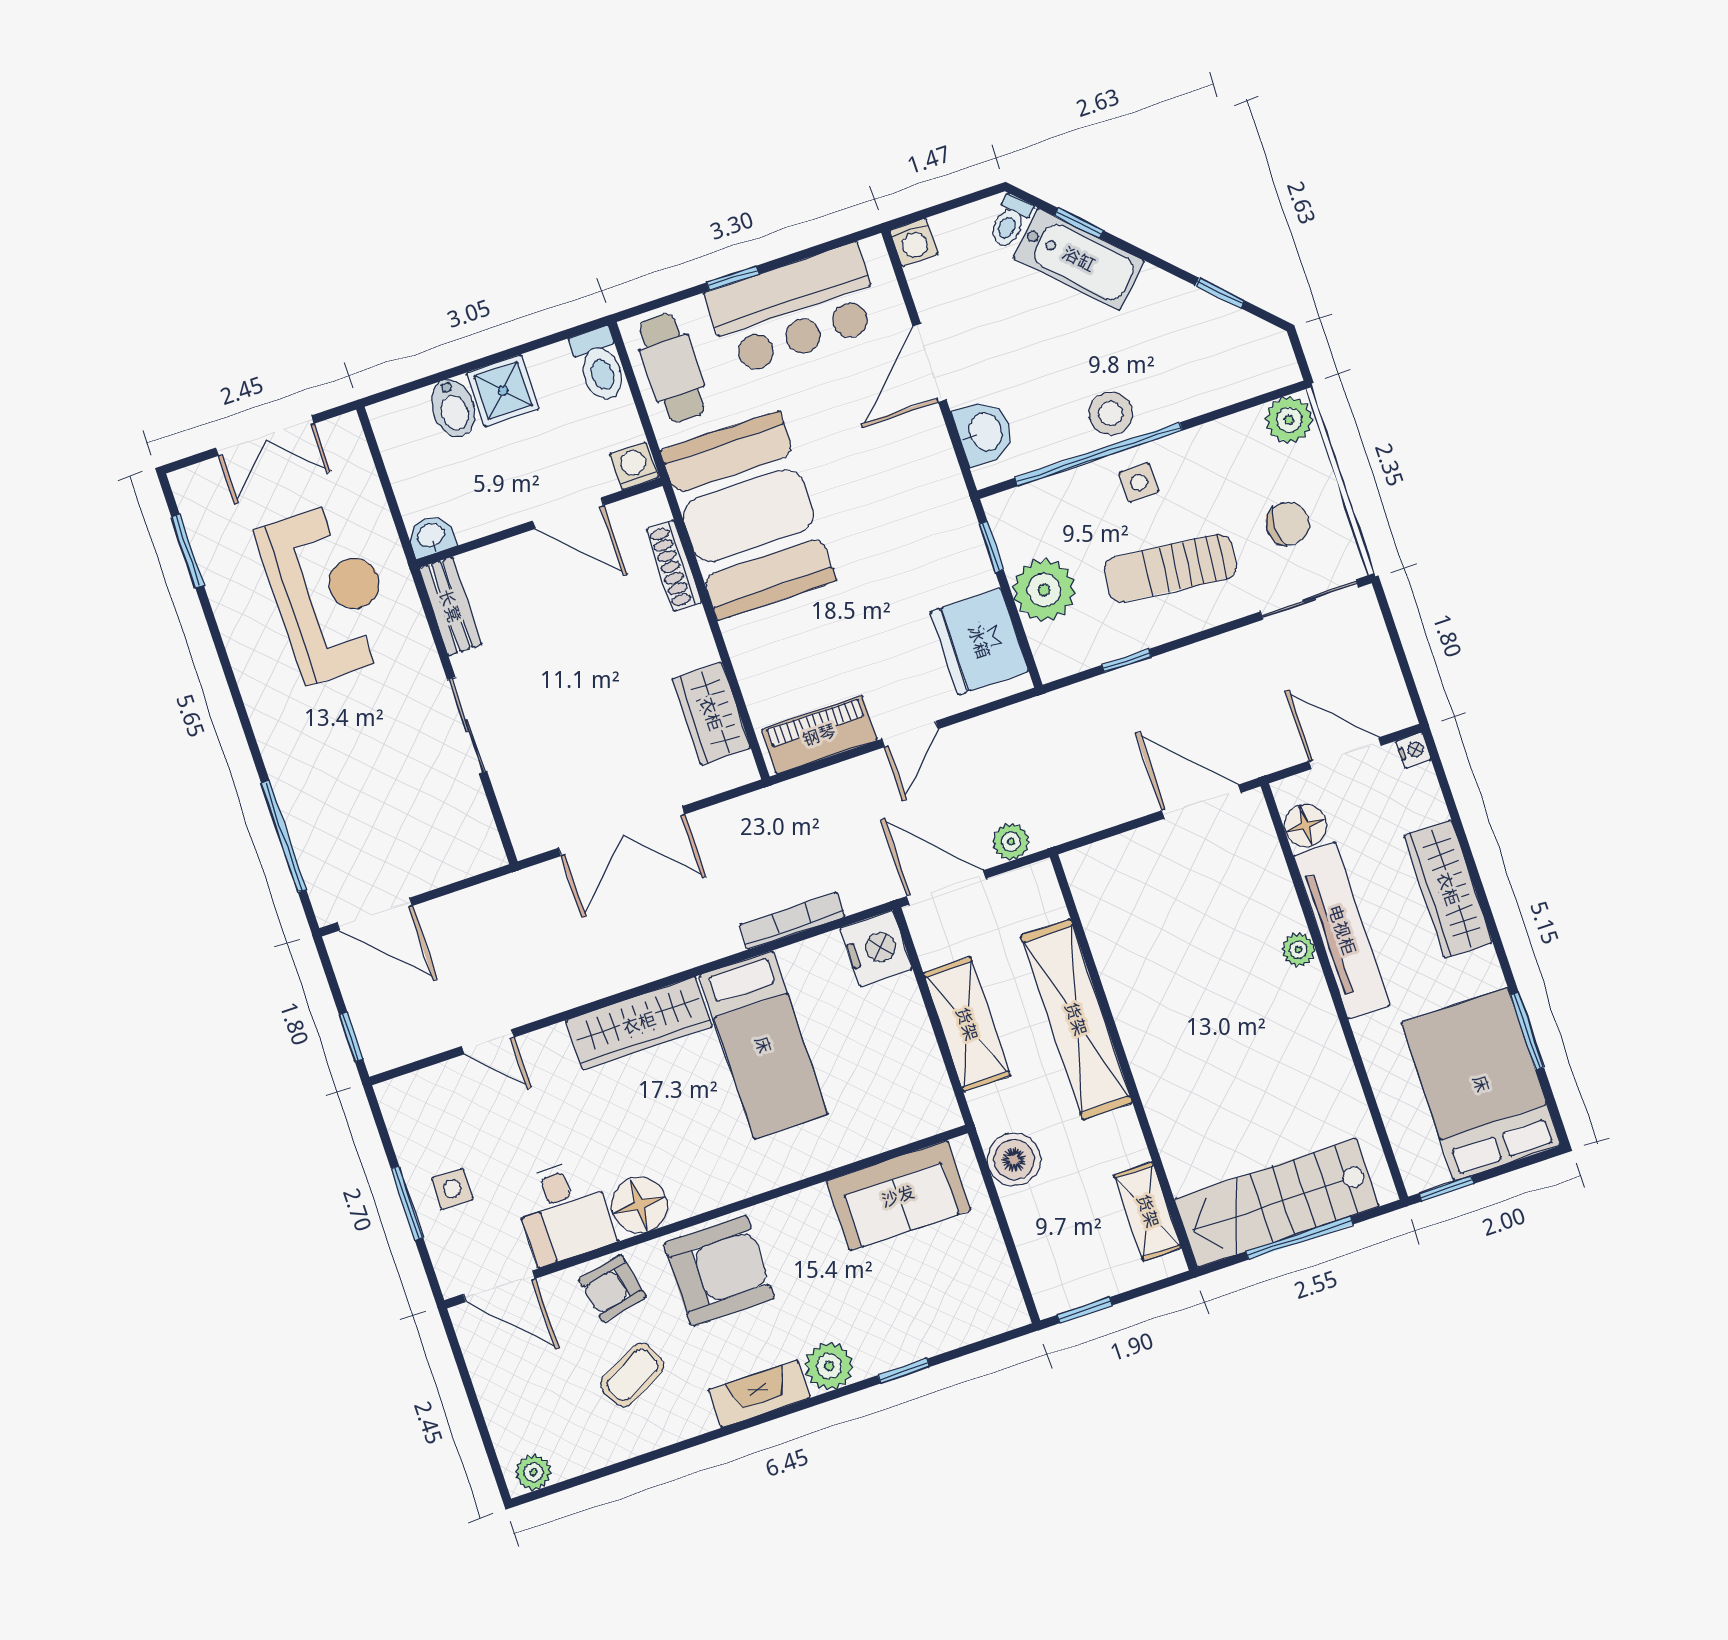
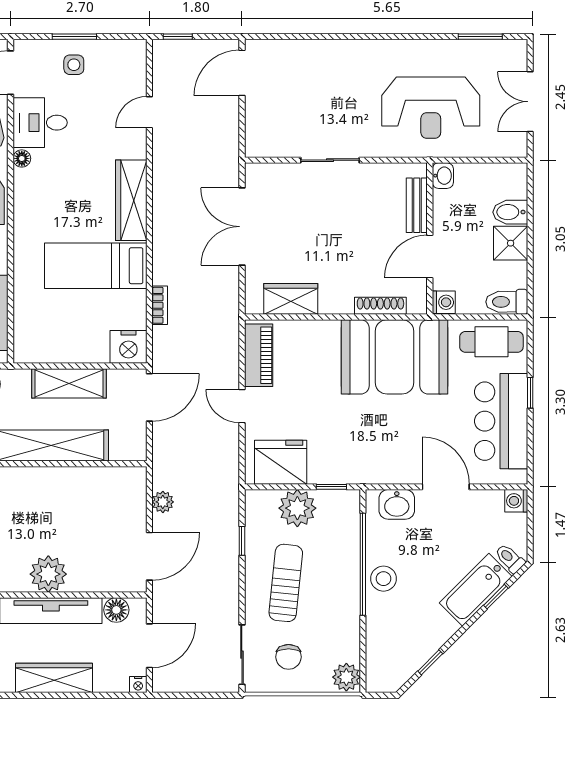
side table: (1139, 482) -> (340, 581), removed
bench: (450, 606) -> (417, 205), moved, turned 90
window: (284, 836) -> (303, 37), removed
plant: (1011, 842) -> (163, 502), moved
bookcase: (793, 921) -> (160, 305), width x0.64
plant: (1298, 950) -> (48, 574), width x1.87, depth x1.87
floor lamp: (640, 1205) -> (22, 158), width x0.53, depth x0.53

